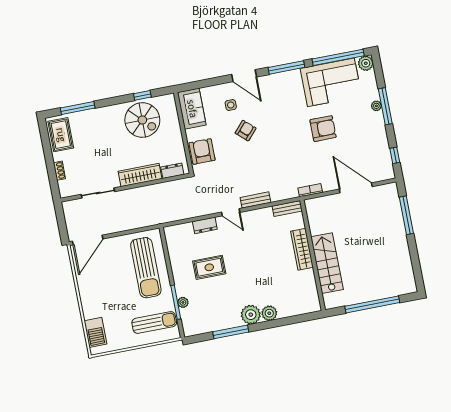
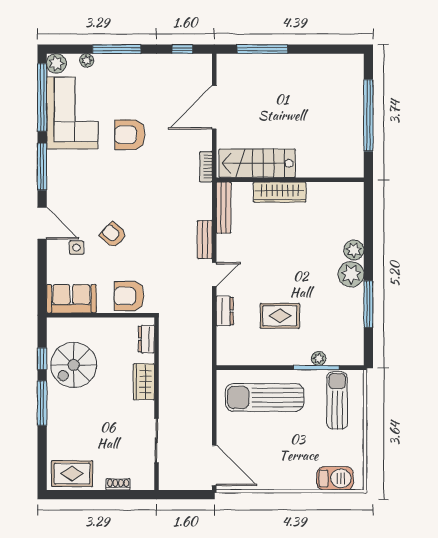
door: (244, 76) -> (42, 223), hinge flipped
plant: (376, 106) -> (87, 60), moved
window: (78, 108) -> (42, 403), moved
spiral stairs: (142, 120) -> (74, 365), turned 180
armchair: (323, 129) -> (130, 135), turned -90
wardrobe: (140, 175) -> (144, 382), width x0.67
bench: (287, 208) -> (224, 208), width x1.36
stairs: (327, 263) -> (257, 163), moved
rug: (209, 267) -> (280, 316), turned 90
sun lounger: (146, 268) -> (264, 397), turned 180

